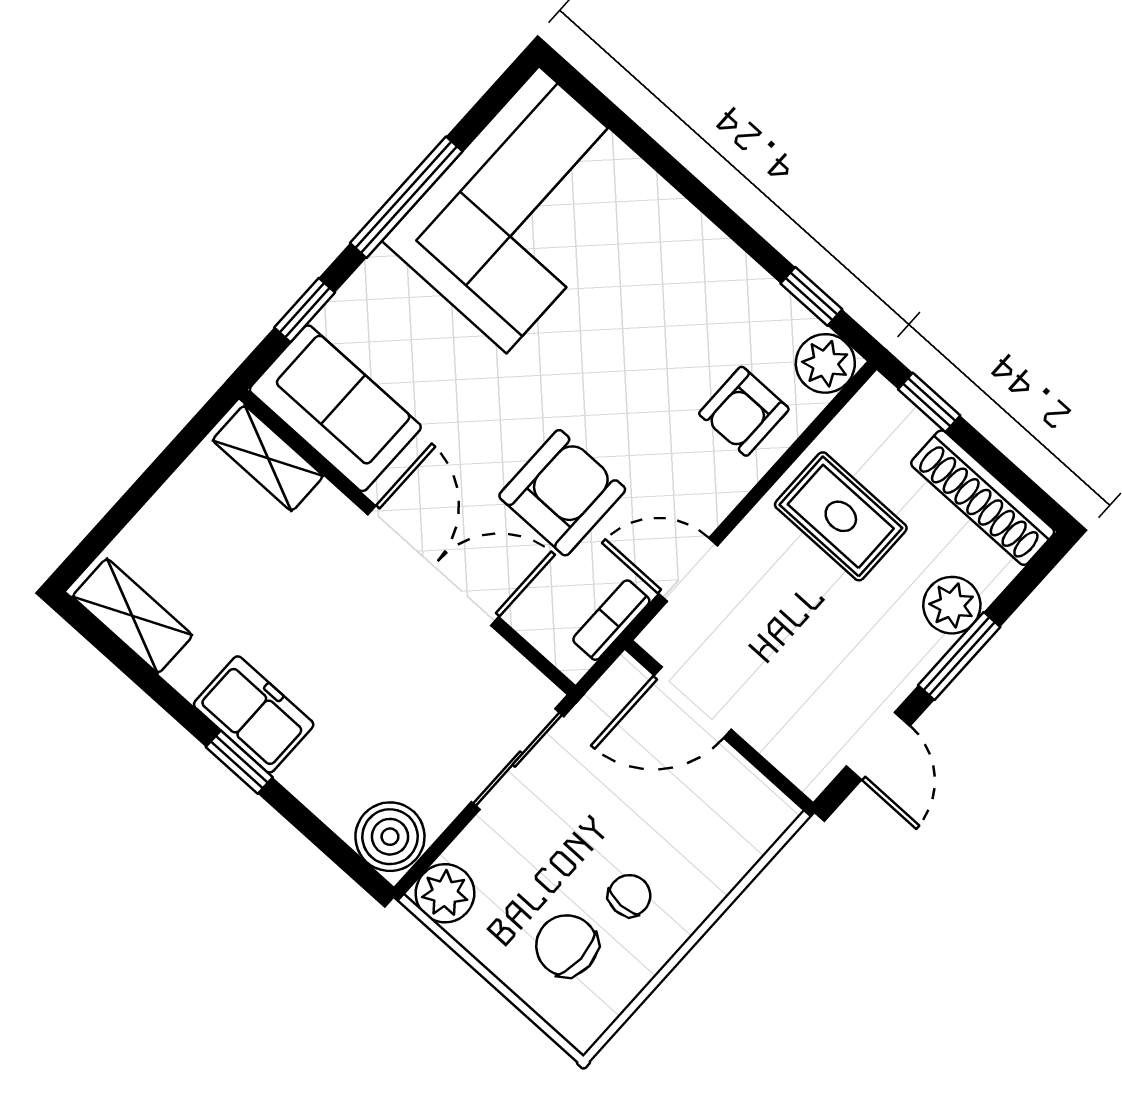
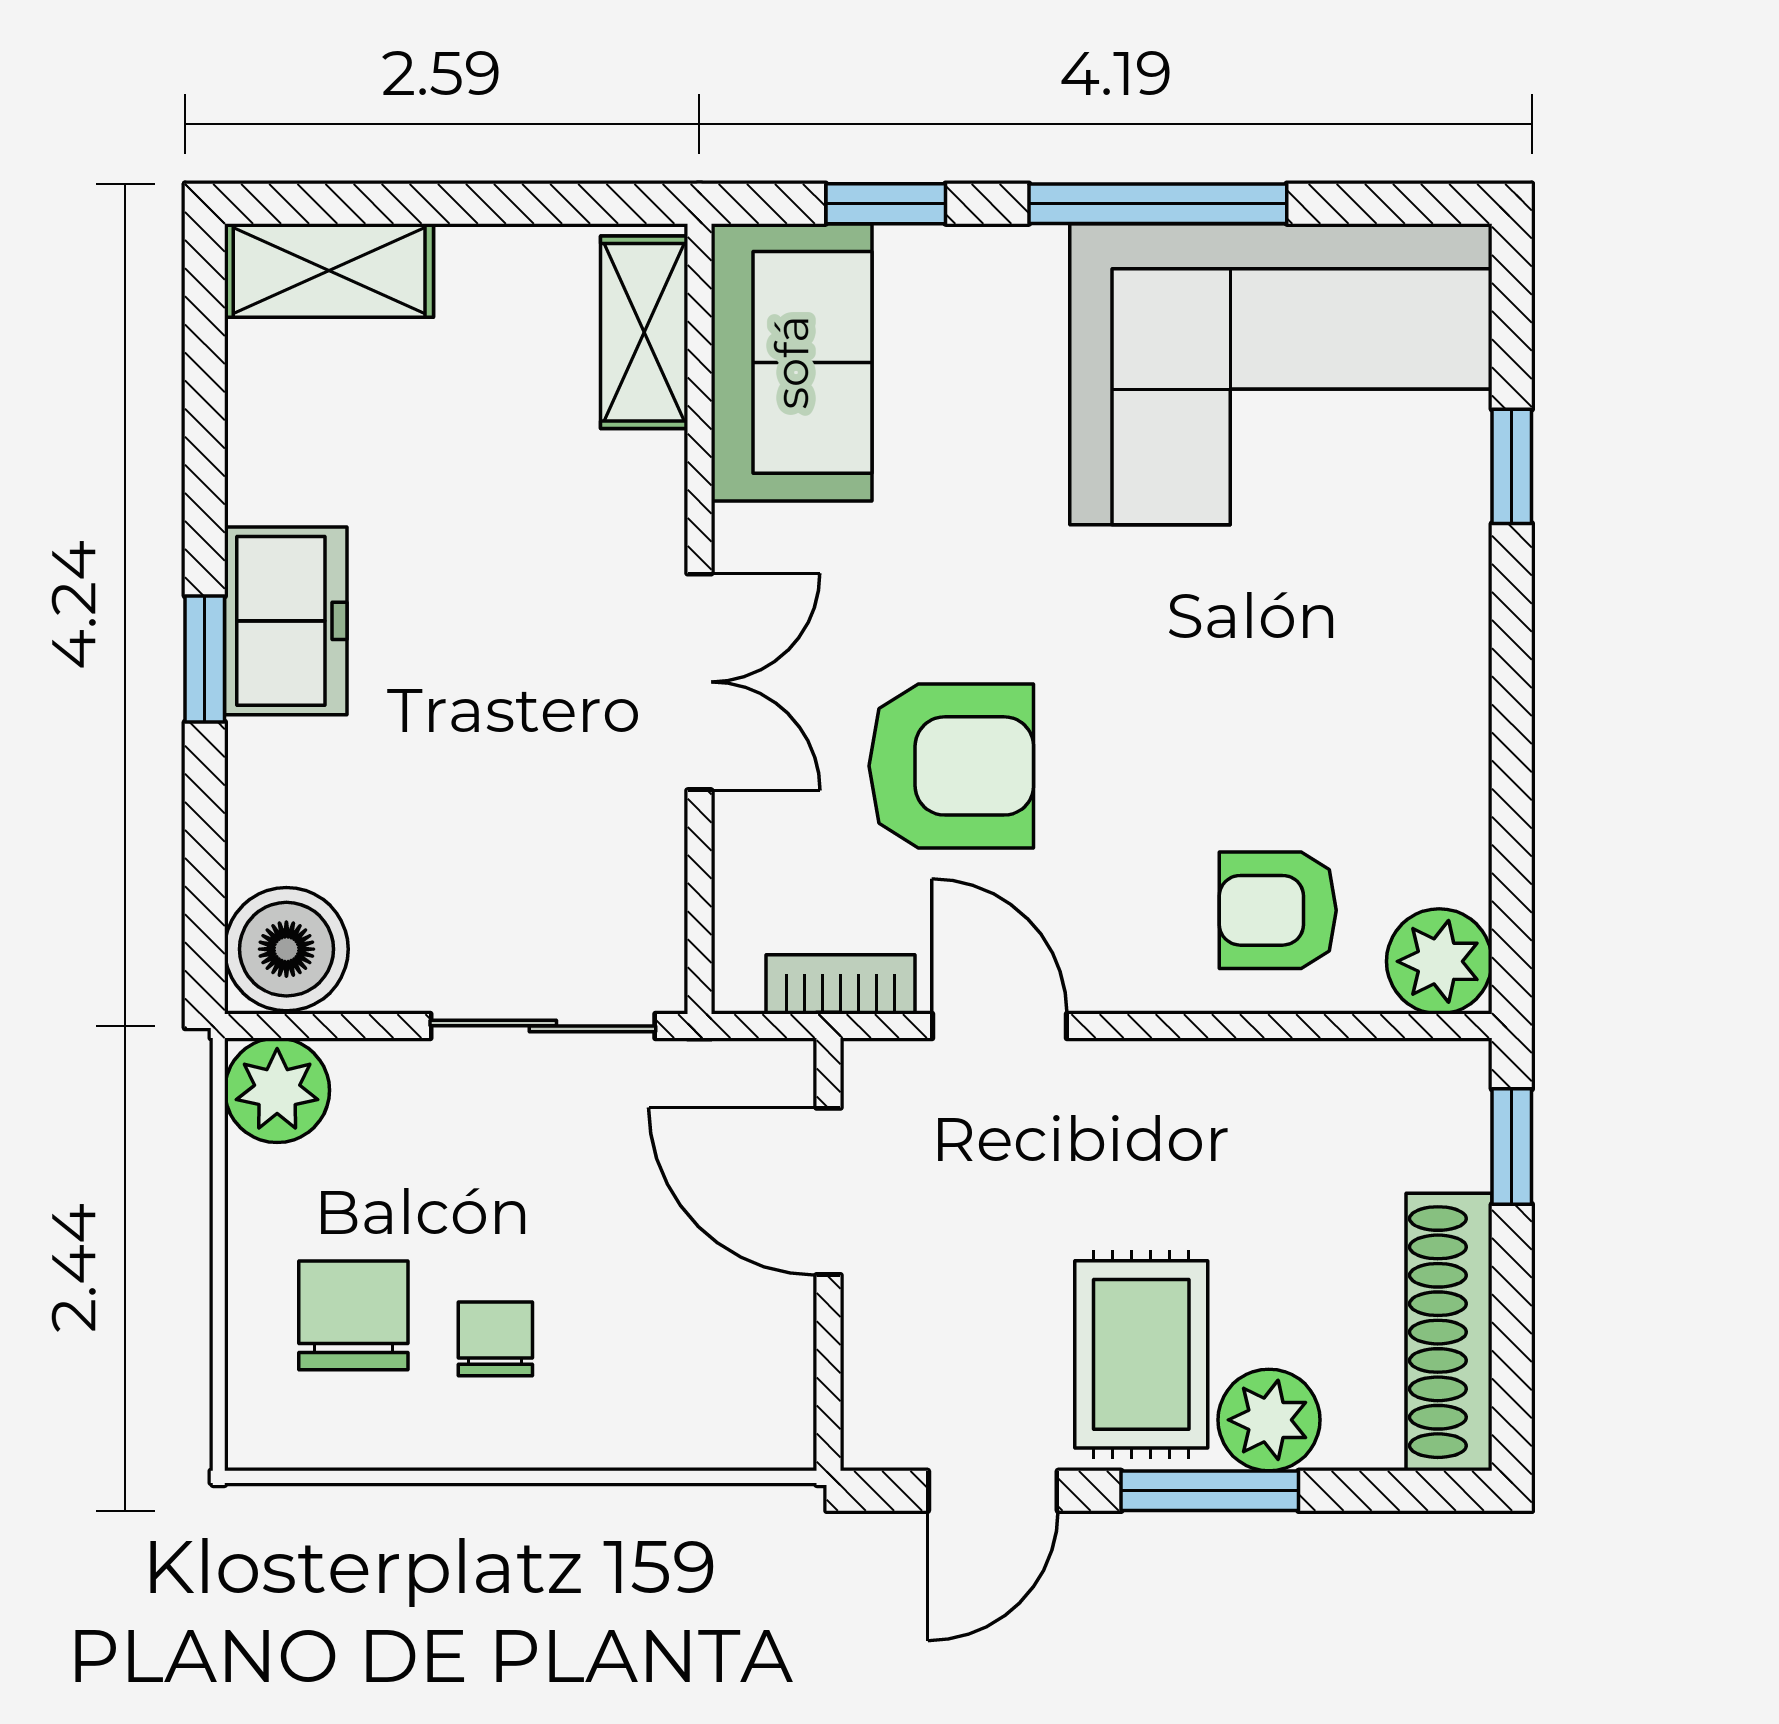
window: (811, 296) -> (1512, 466), moved
rug: (841, 516) -> (1141, 1354), moved
double door: (433, 566) -> (699, 682), width x0.73
shelving: (132, 616) -> (329, 270), moved, turned 90
chair: (630, 896) -> (495, 1339), turned -90

